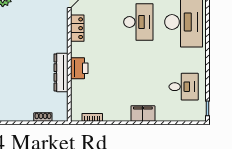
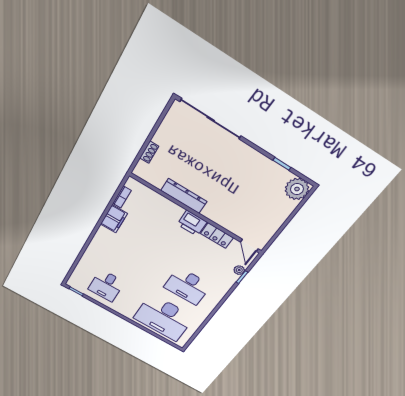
printer: (79, 68) -> (192, 223), moved
filing cabinet: (143, 114) -> (114, 219), moved

